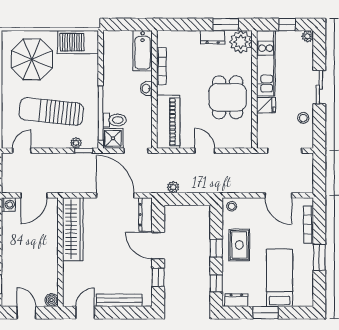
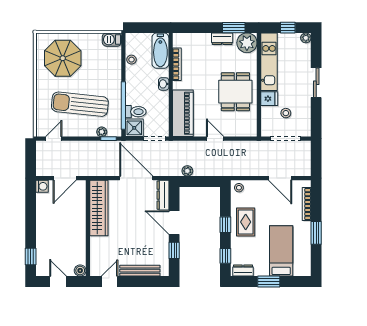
barbecue: (78, 42) -> (112, 40), width x0.53, depth x0.65
stool: (110, 61) -> (131, 60), added
stool: (303, 118) -> (286, 113), moved

